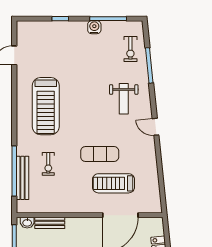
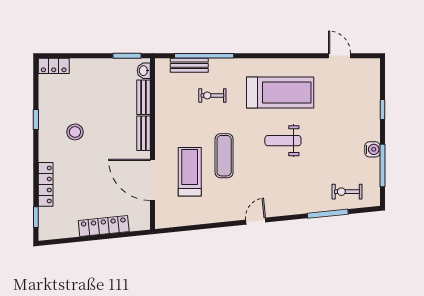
weight bench: (124, 99) -> (283, 141), moved
treadmill: (46, 106) -> (280, 92), turned 180
bench: (23, 178) -> (189, 65), width x0.73
bench: (81, 223) -> (143, 133), added

